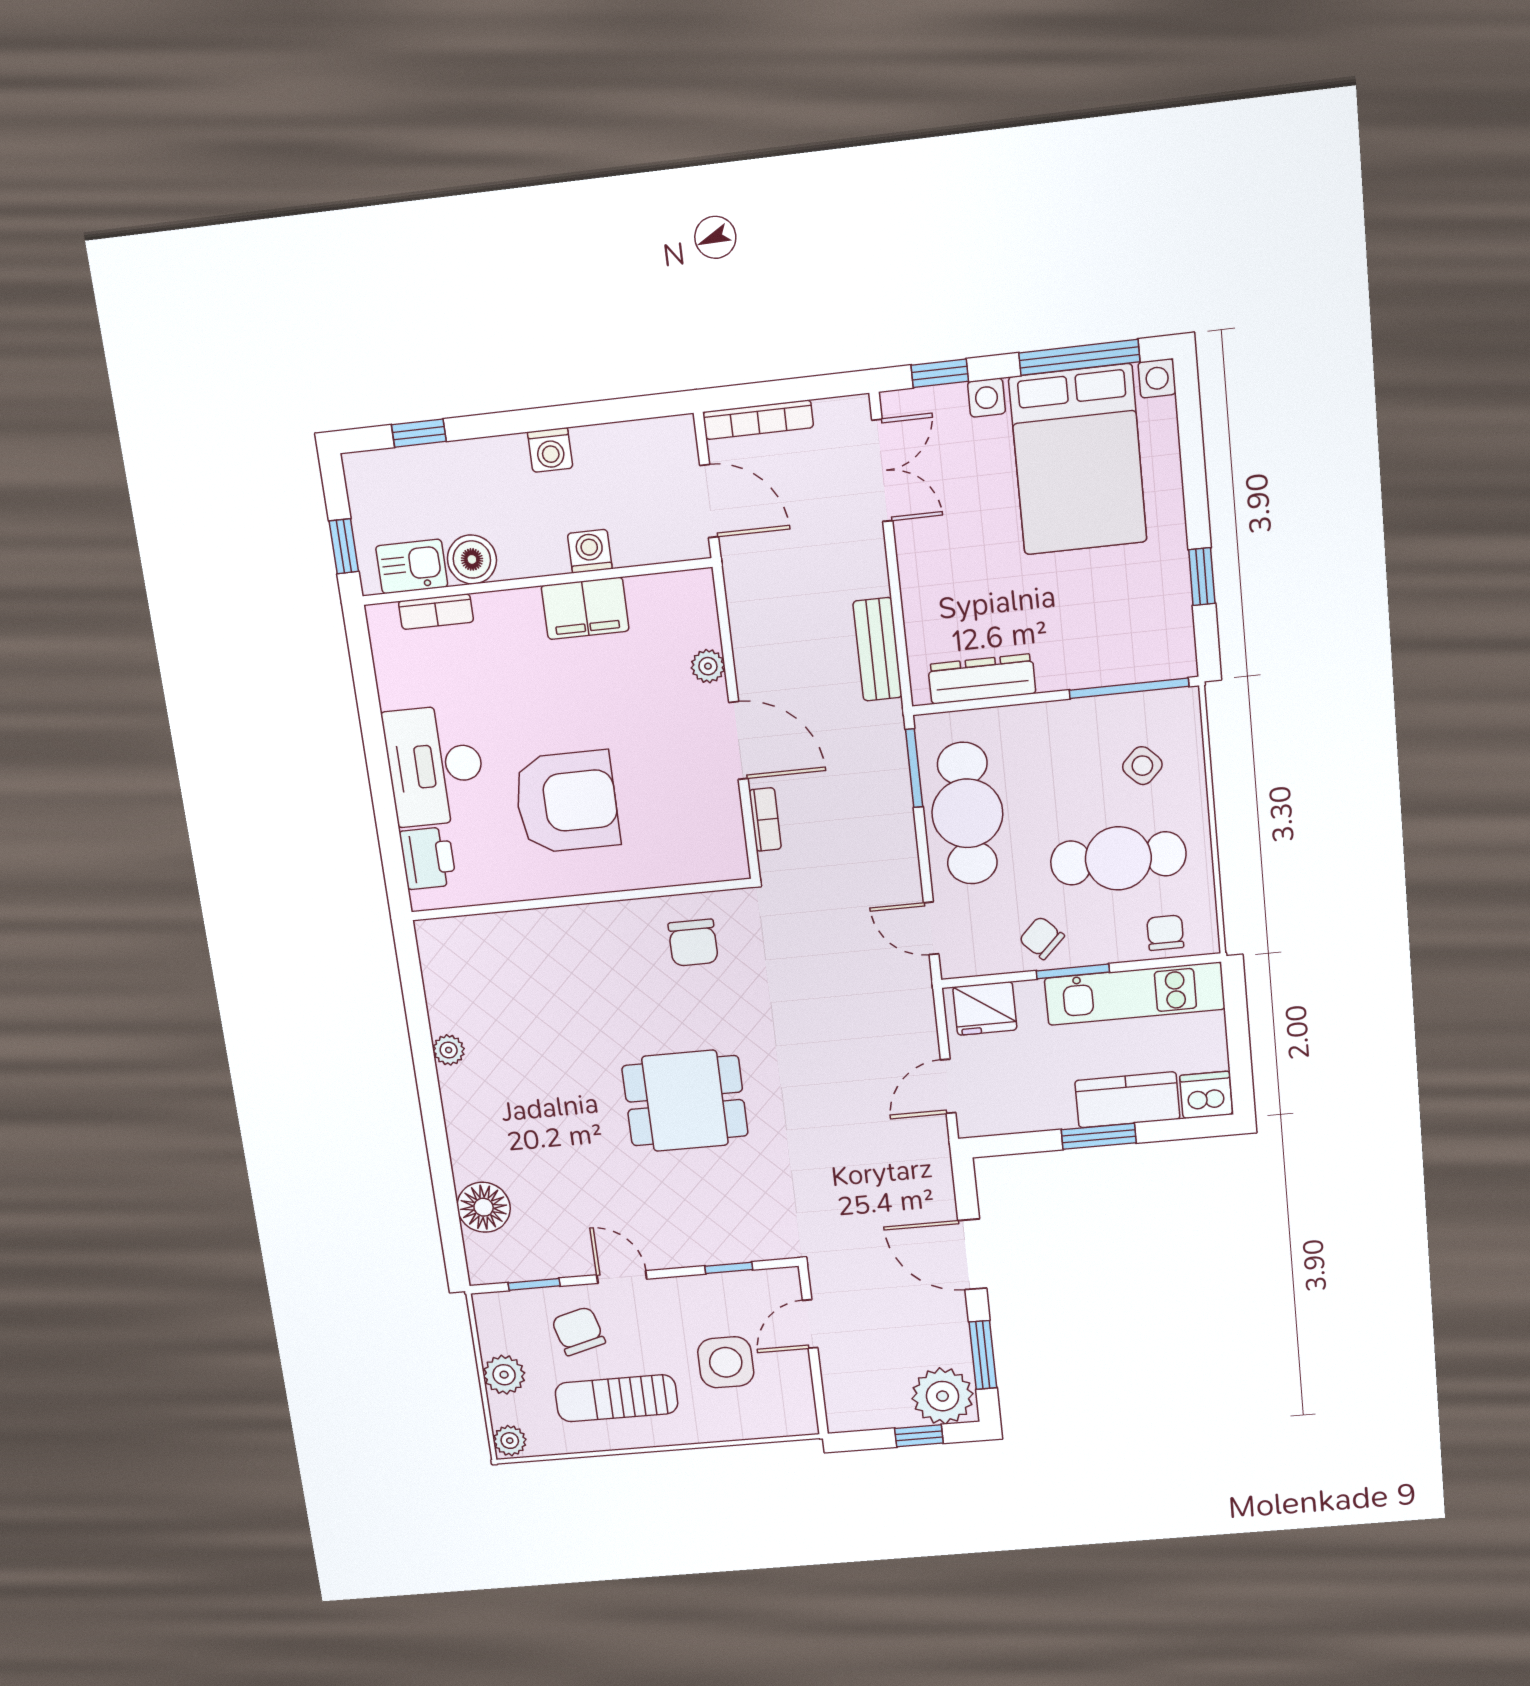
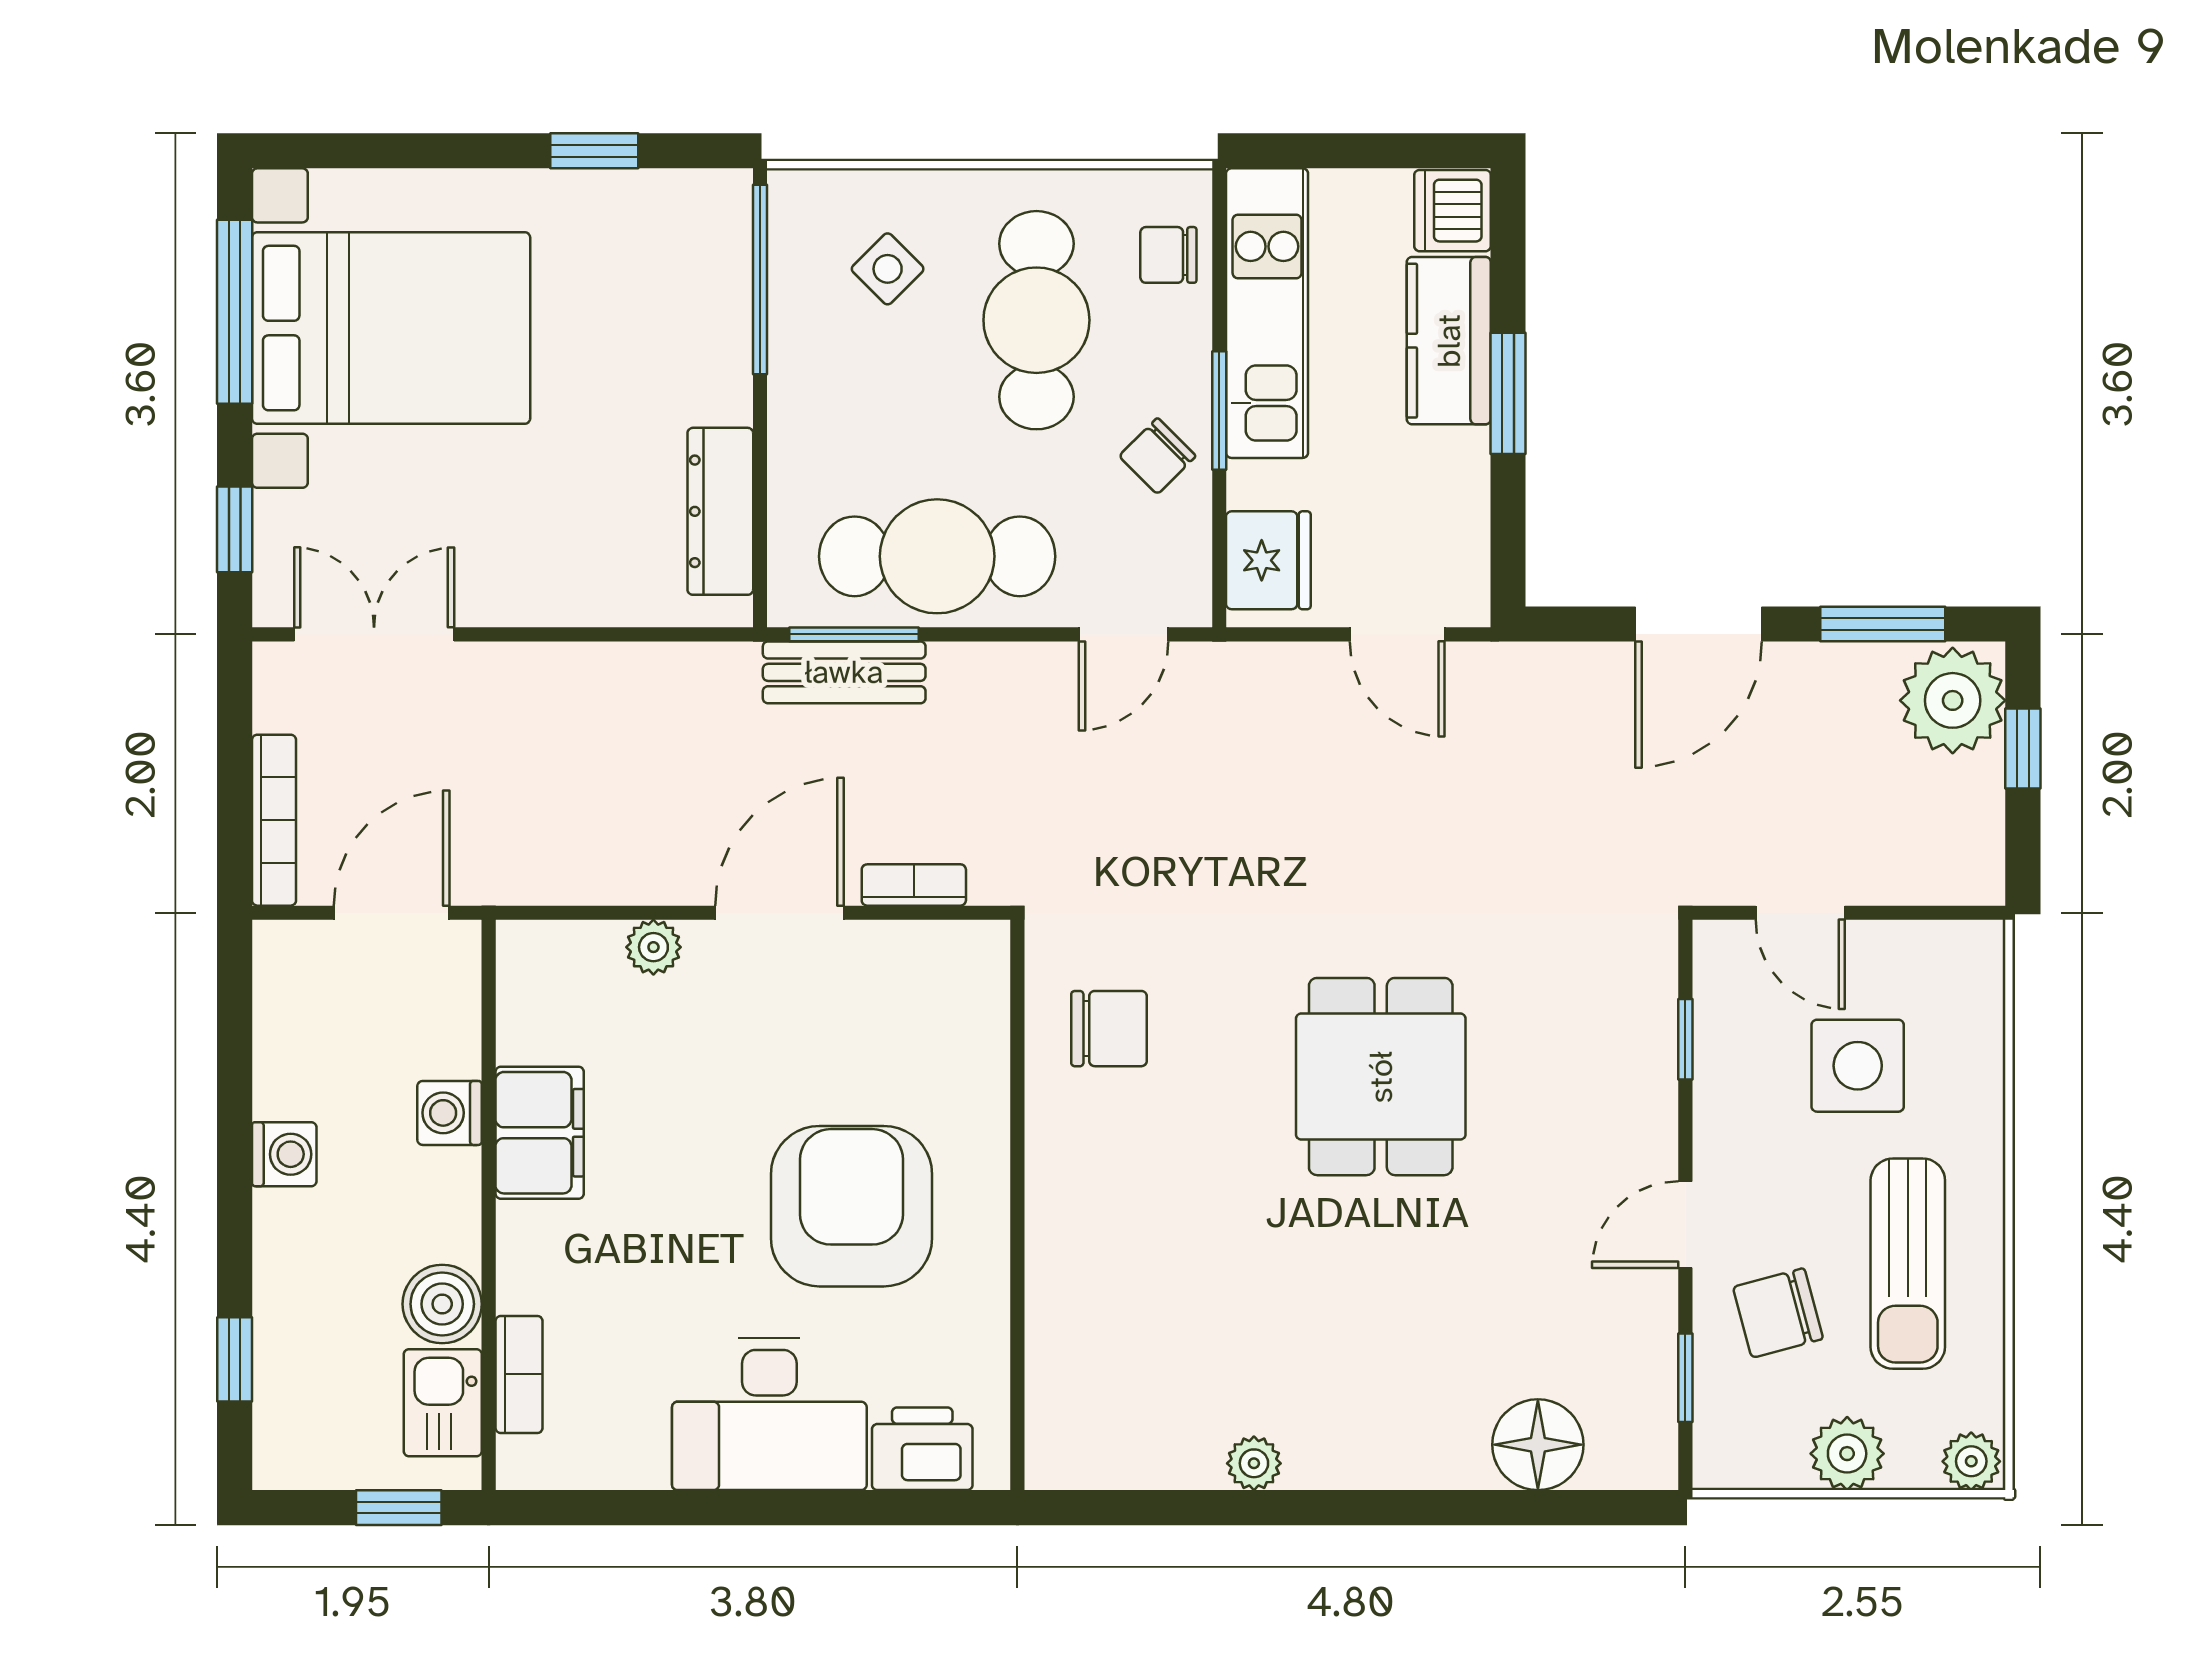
bench: (878, 649) -> (844, 672), moved

